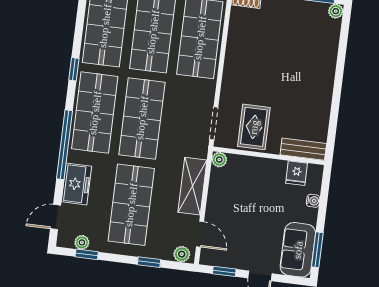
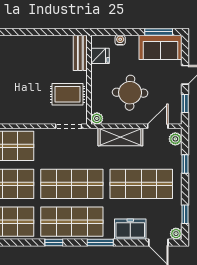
window: (74, 69) -> (54, 242), moved
window: (65, 145) -> (100, 242), width x0.47
round table: (246, 205) -> (130, 93), added
plant: (82, 242) -> (176, 234), moved

